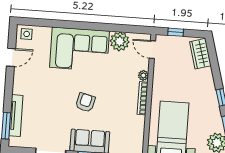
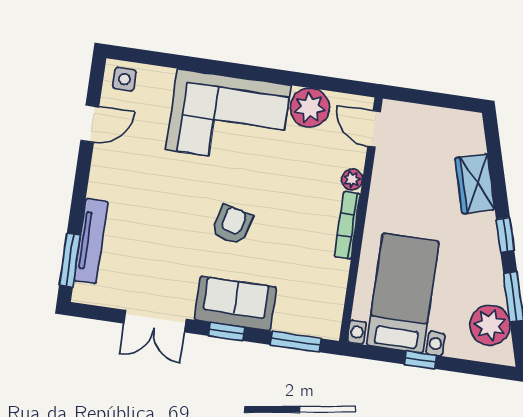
window: (176, 32) -> (423, 97), removed
wardrobe: (200, 54) -> (475, 184), moved

